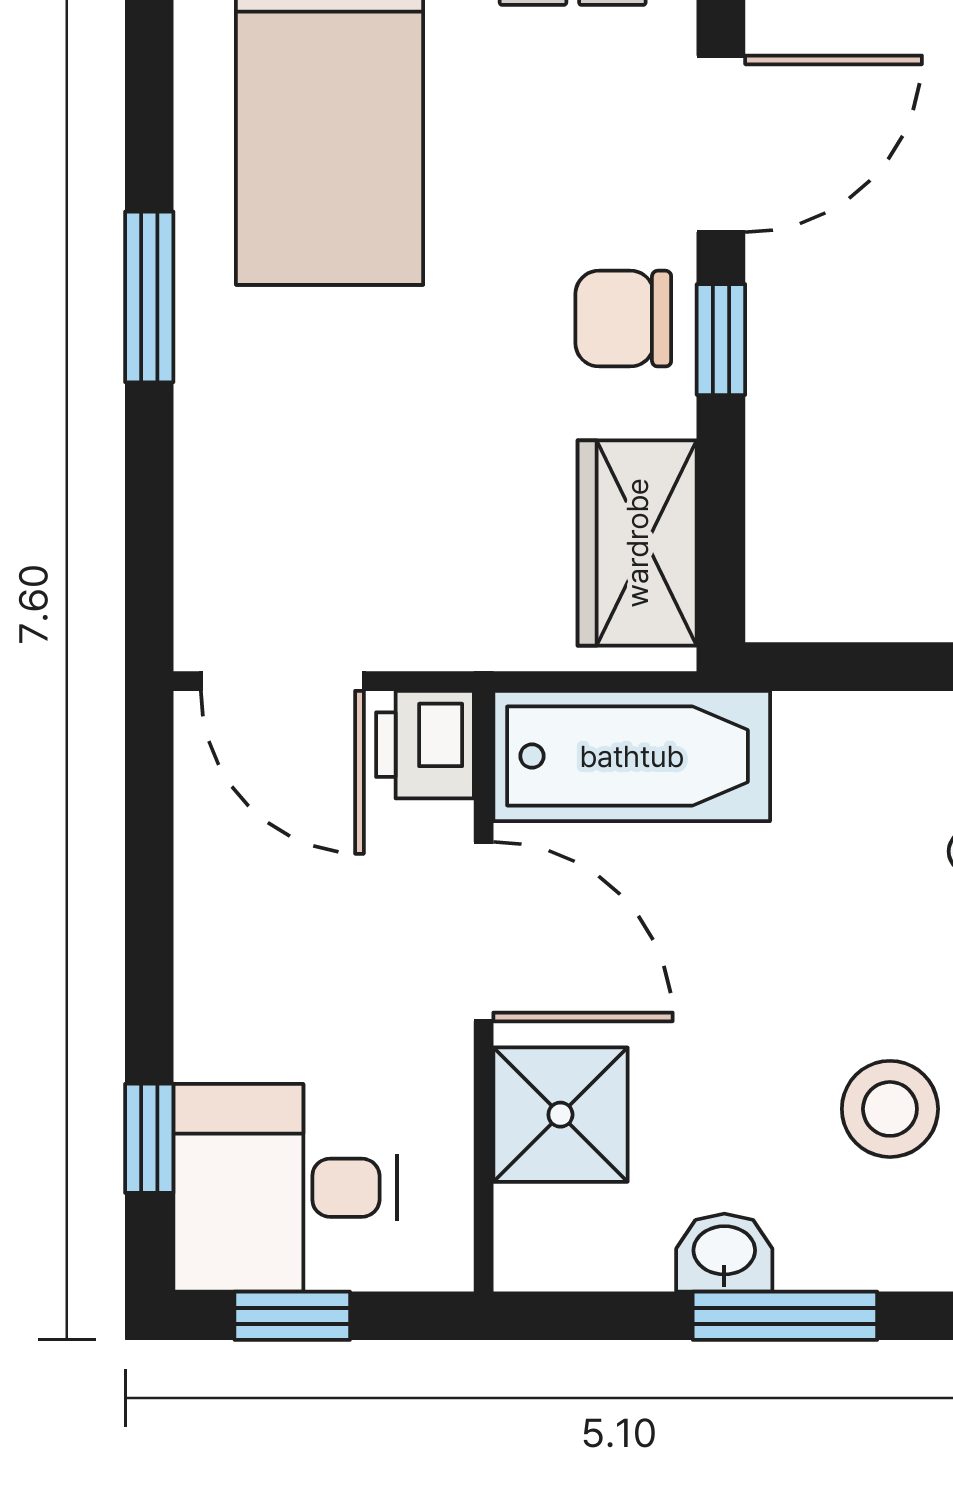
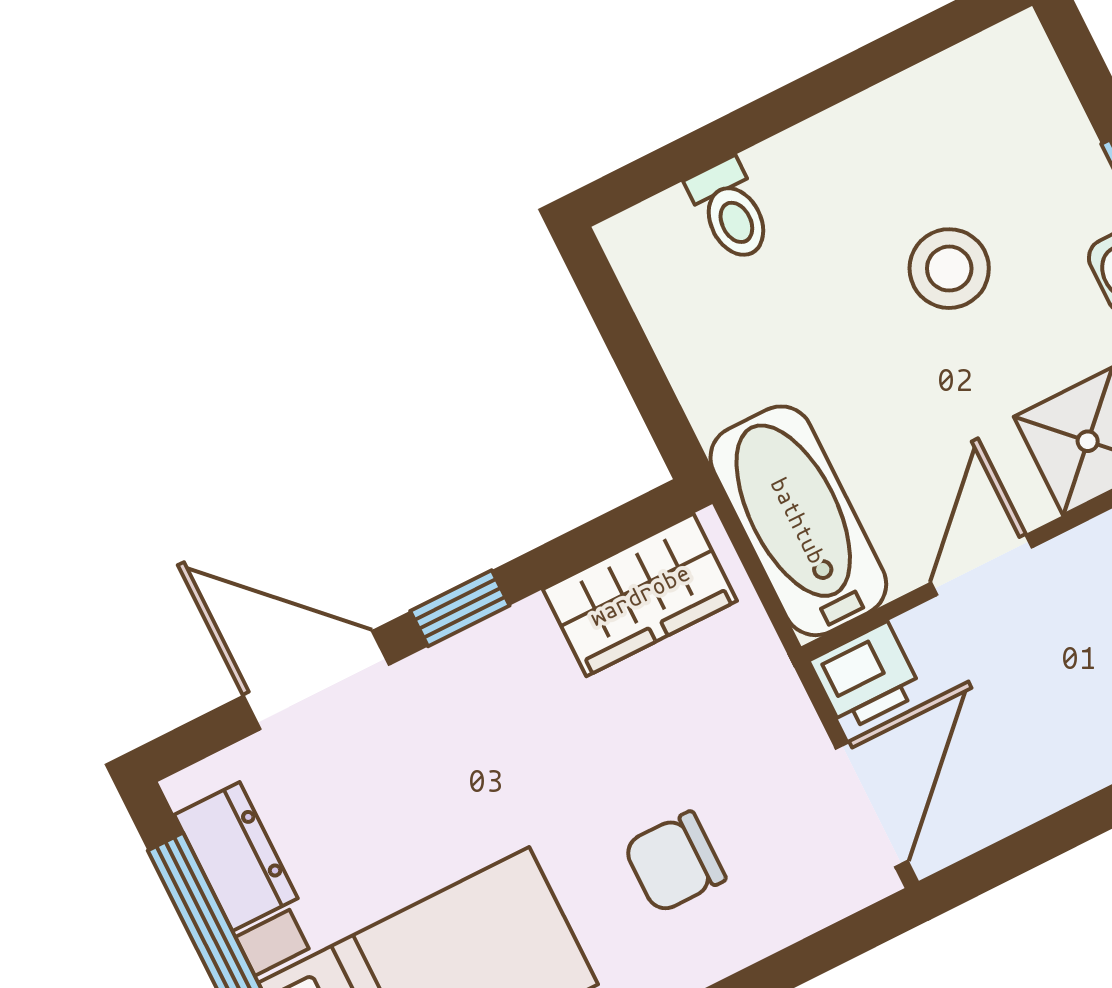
chair: (623, 319) -> (674, 862), moved, turned 90
door: (484, 932) -> (982, 565), width x0.73
stool: (890, 1109) -> (949, 269), moved

